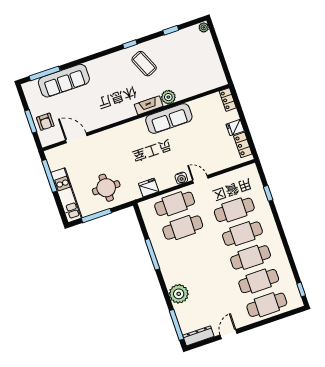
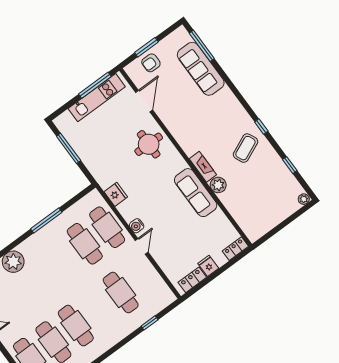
round table: (106, 188) -> (149, 144), moved
kitchen unit: (66, 195) -> (97, 98), moved
cafe table: (242, 234) -> (98, 309), removed

